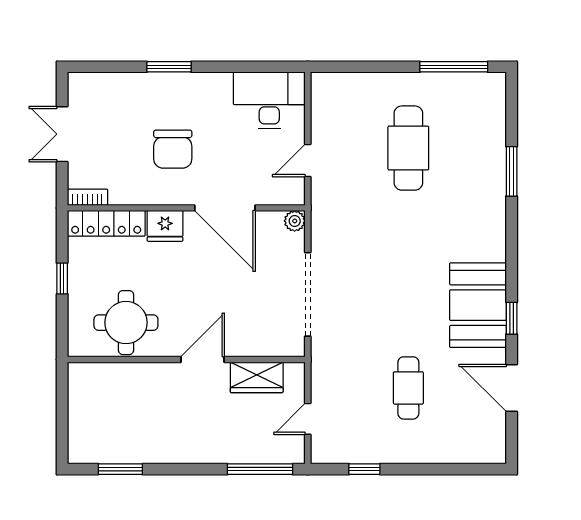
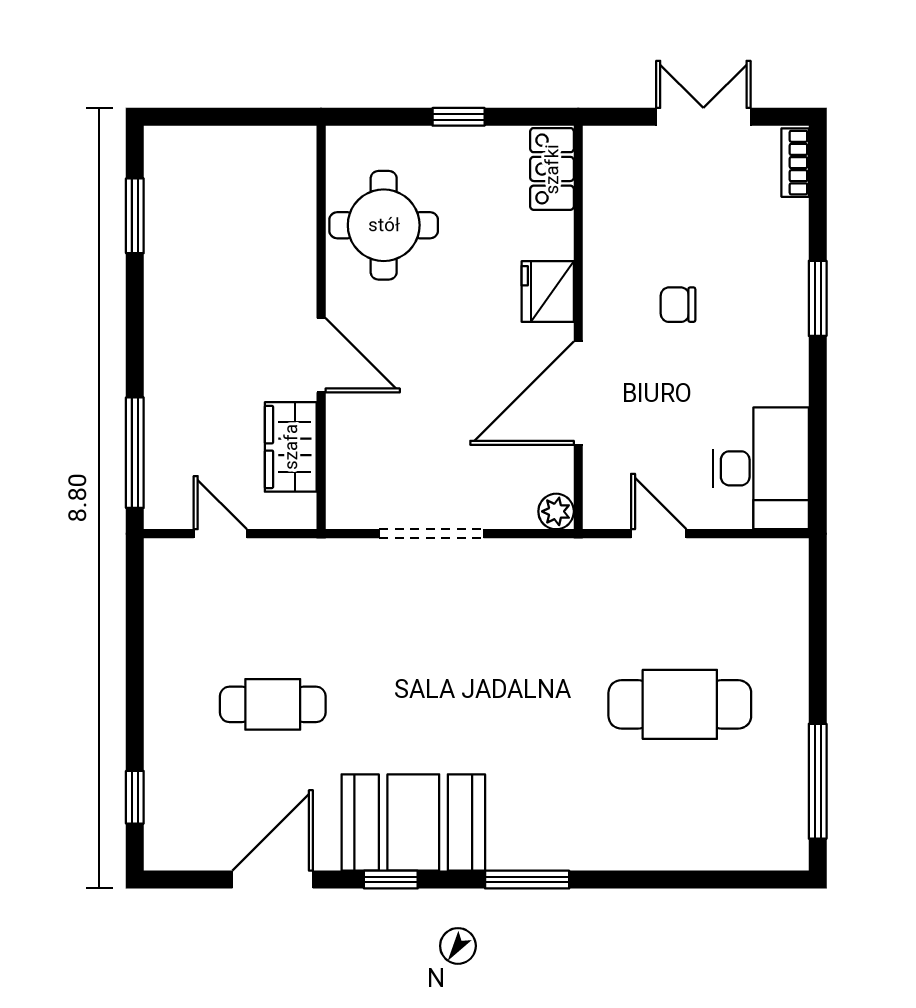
chair: (173, 149) -> (678, 305), width x0.54, depth x0.54
window: (512, 171) -> (527, 880), moved
bookcase: (87, 197) -> (795, 163), moved, turned 180
locker: (106, 223) -> (552, 169), width x0.66
doorway: (308, 294) -> (432, 534), width x0.73
window: (364, 469) -> (135, 797), moved

